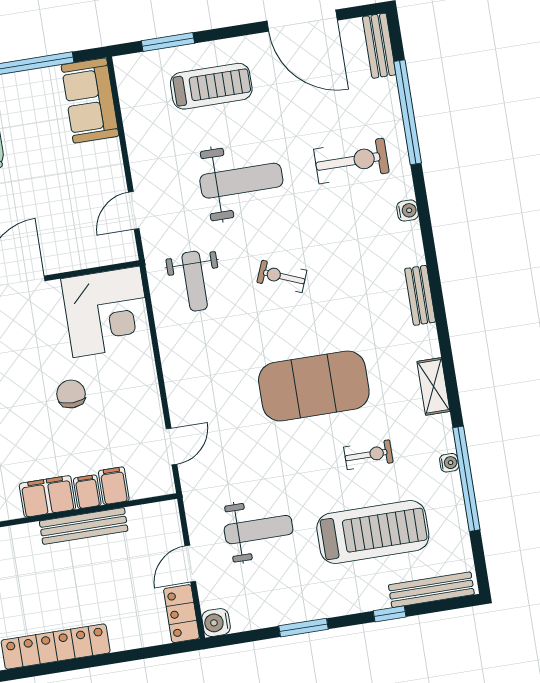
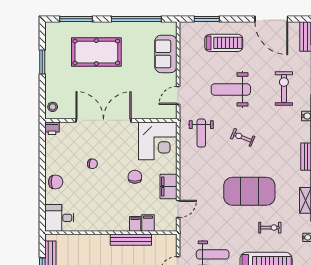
sofa: (90, 100) -> (166, 54), moved
exercise bike: (351, 161) -> (284, 88), turned -90
weight bench: (241, 181) -> (231, 89), turned 180
filing cabinet: (47, 496) -> (169, 187), moved, turned -90

